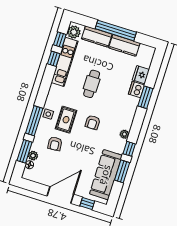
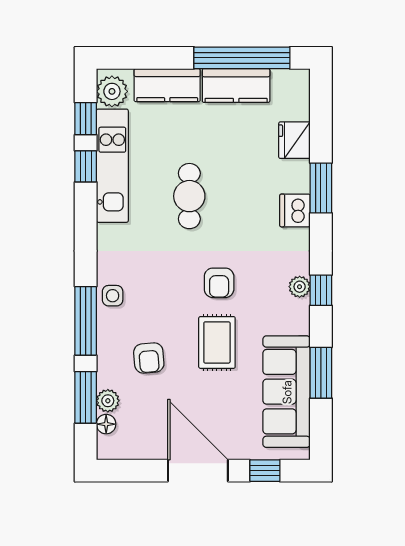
window: (116, 30) -> (242, 58), moved
dishwasher: (136, 90) -> (295, 210), moved
rug: (66, 120) -> (217, 342), moved
window: (129, 149) -> (321, 290), moved
door: (60, 195) -> (198, 471), hinge flipped

